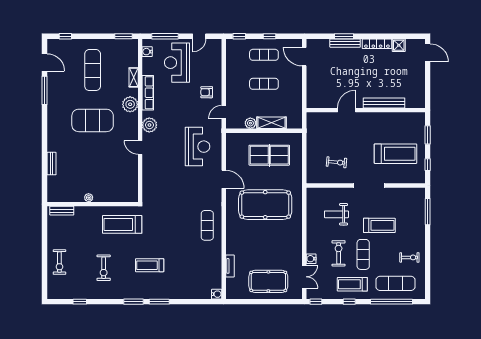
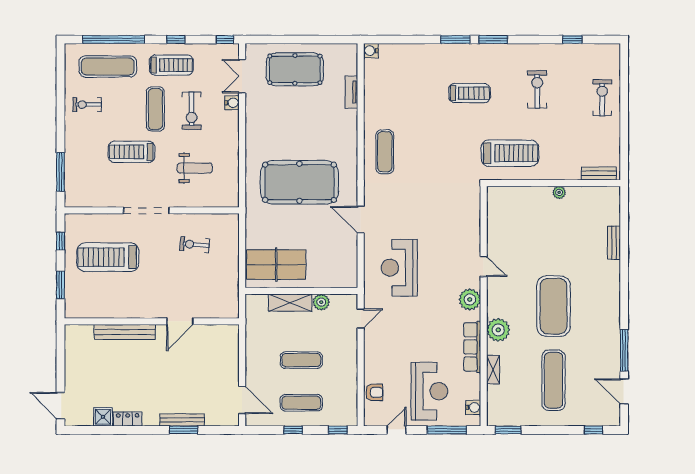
locker: (377, 44) -> (128, 419), width x0.66
armchair: (207, 92) -> (374, 392), moved
exercise mat: (93, 120) -> (553, 306), turned 90
table tennis table: (269, 155) -> (276, 265), moved

